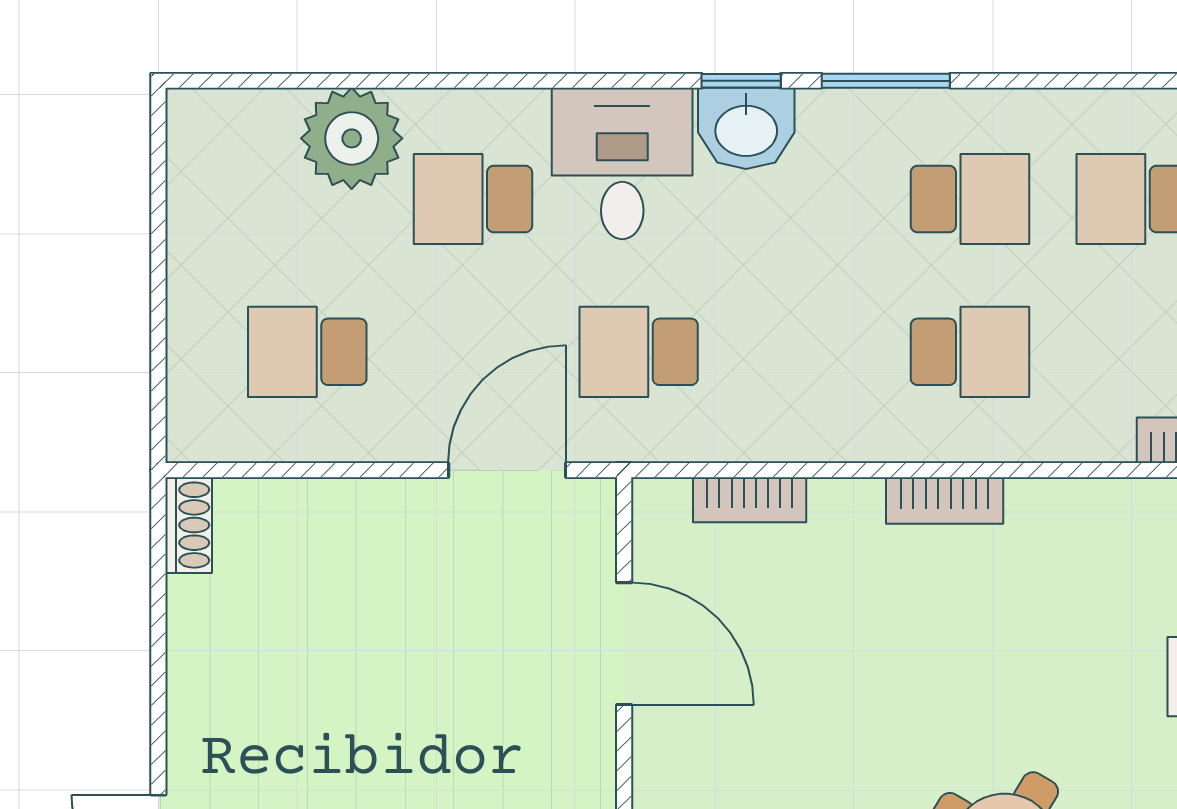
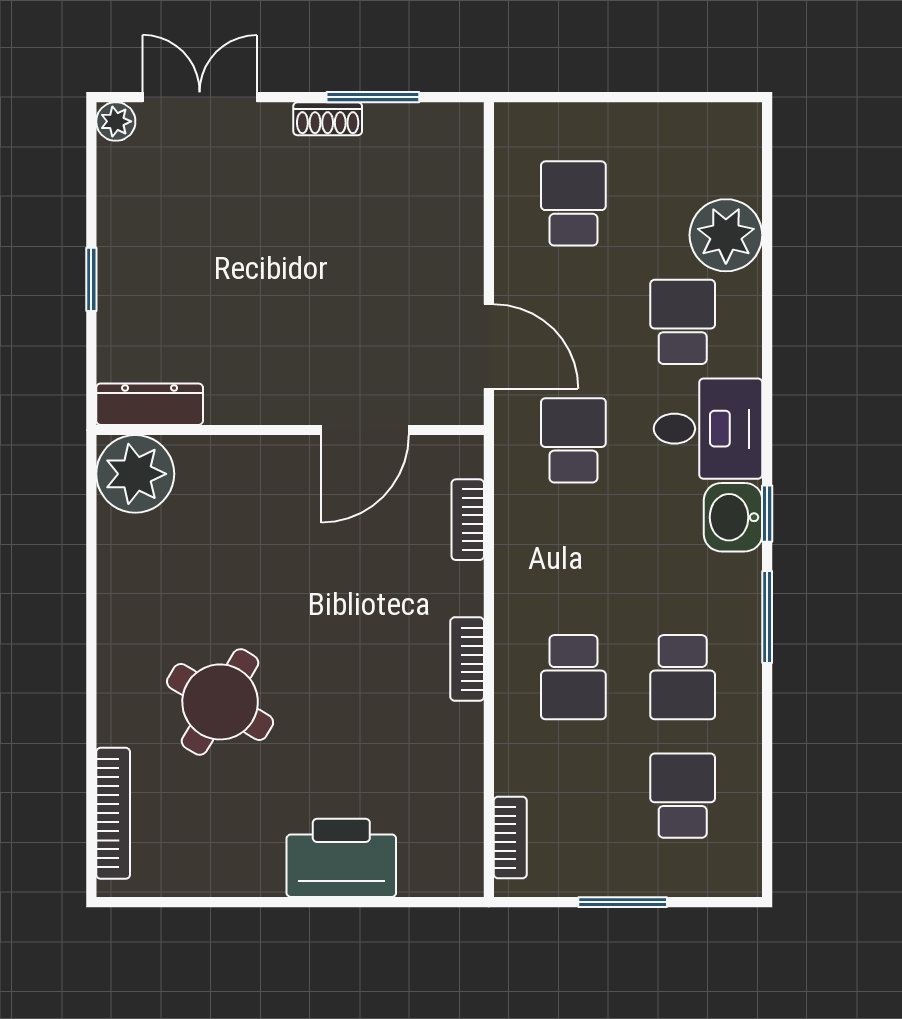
shoe rack: (189, 525) -> (328, 119), moved
window: (158, 632) -> (373, 97), added

